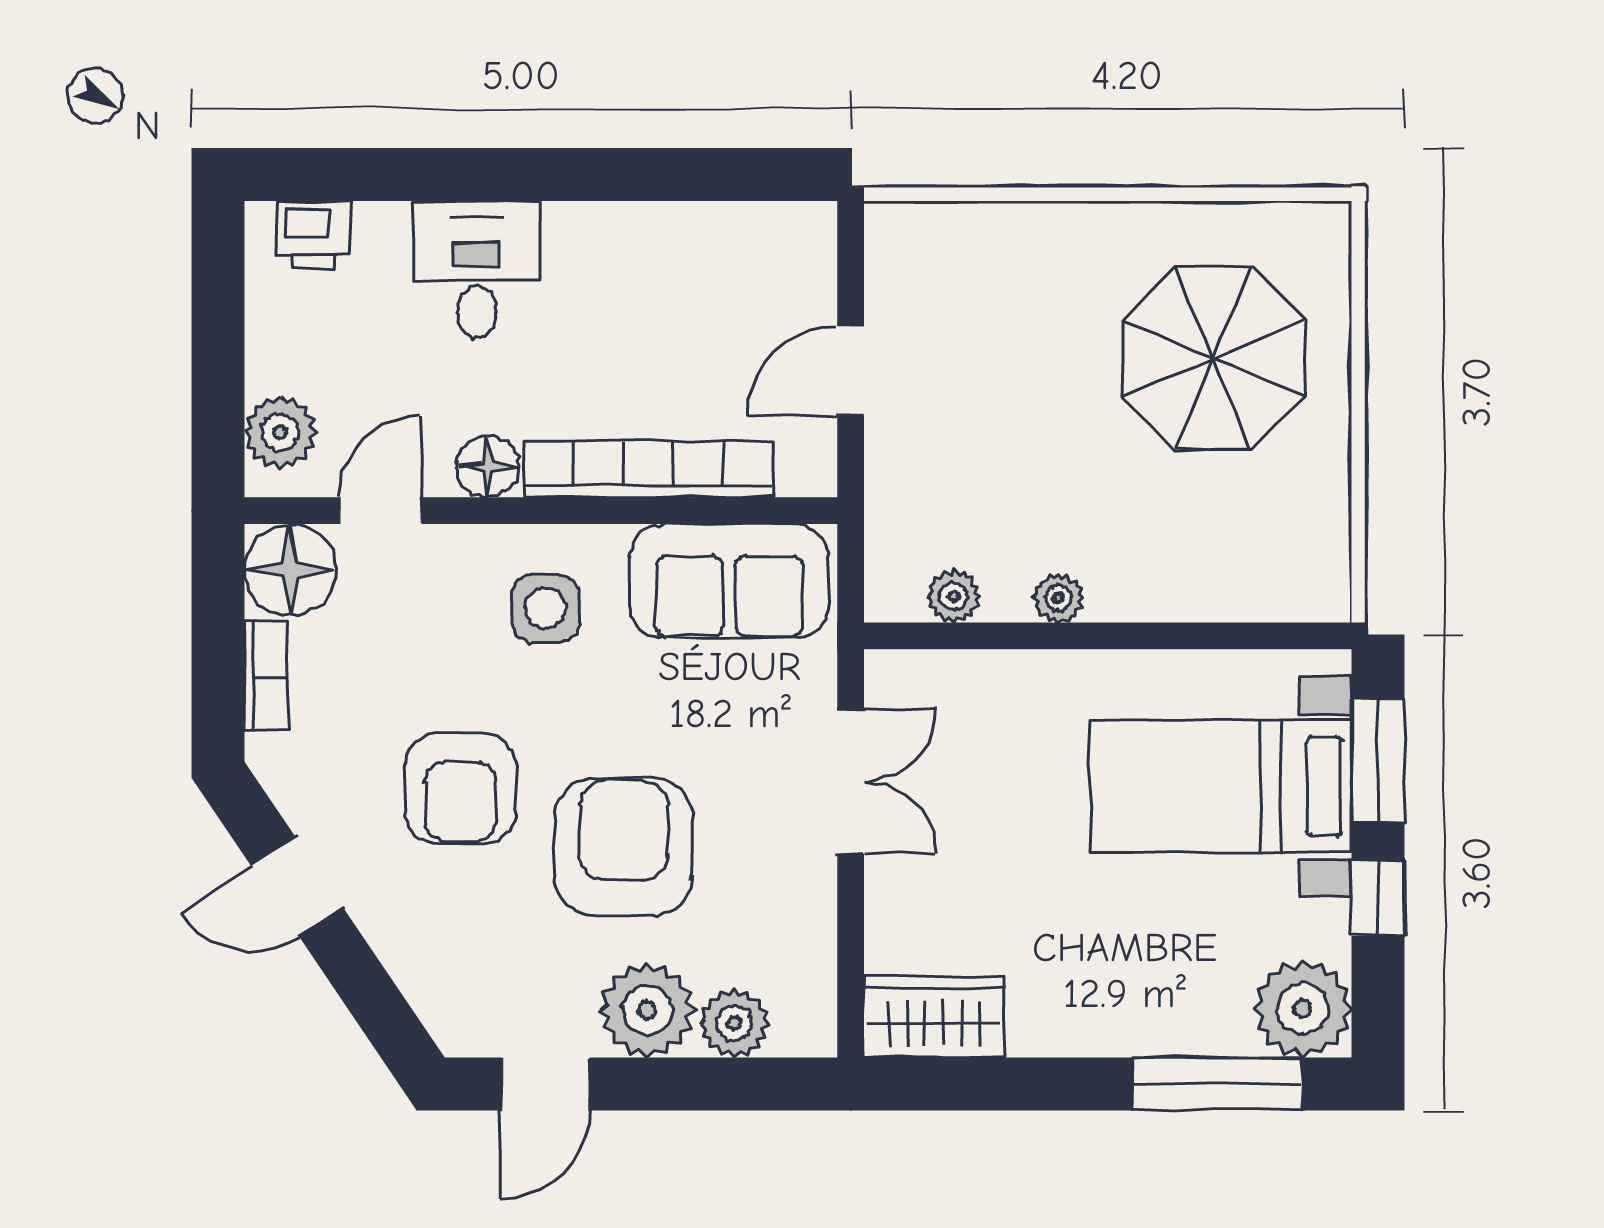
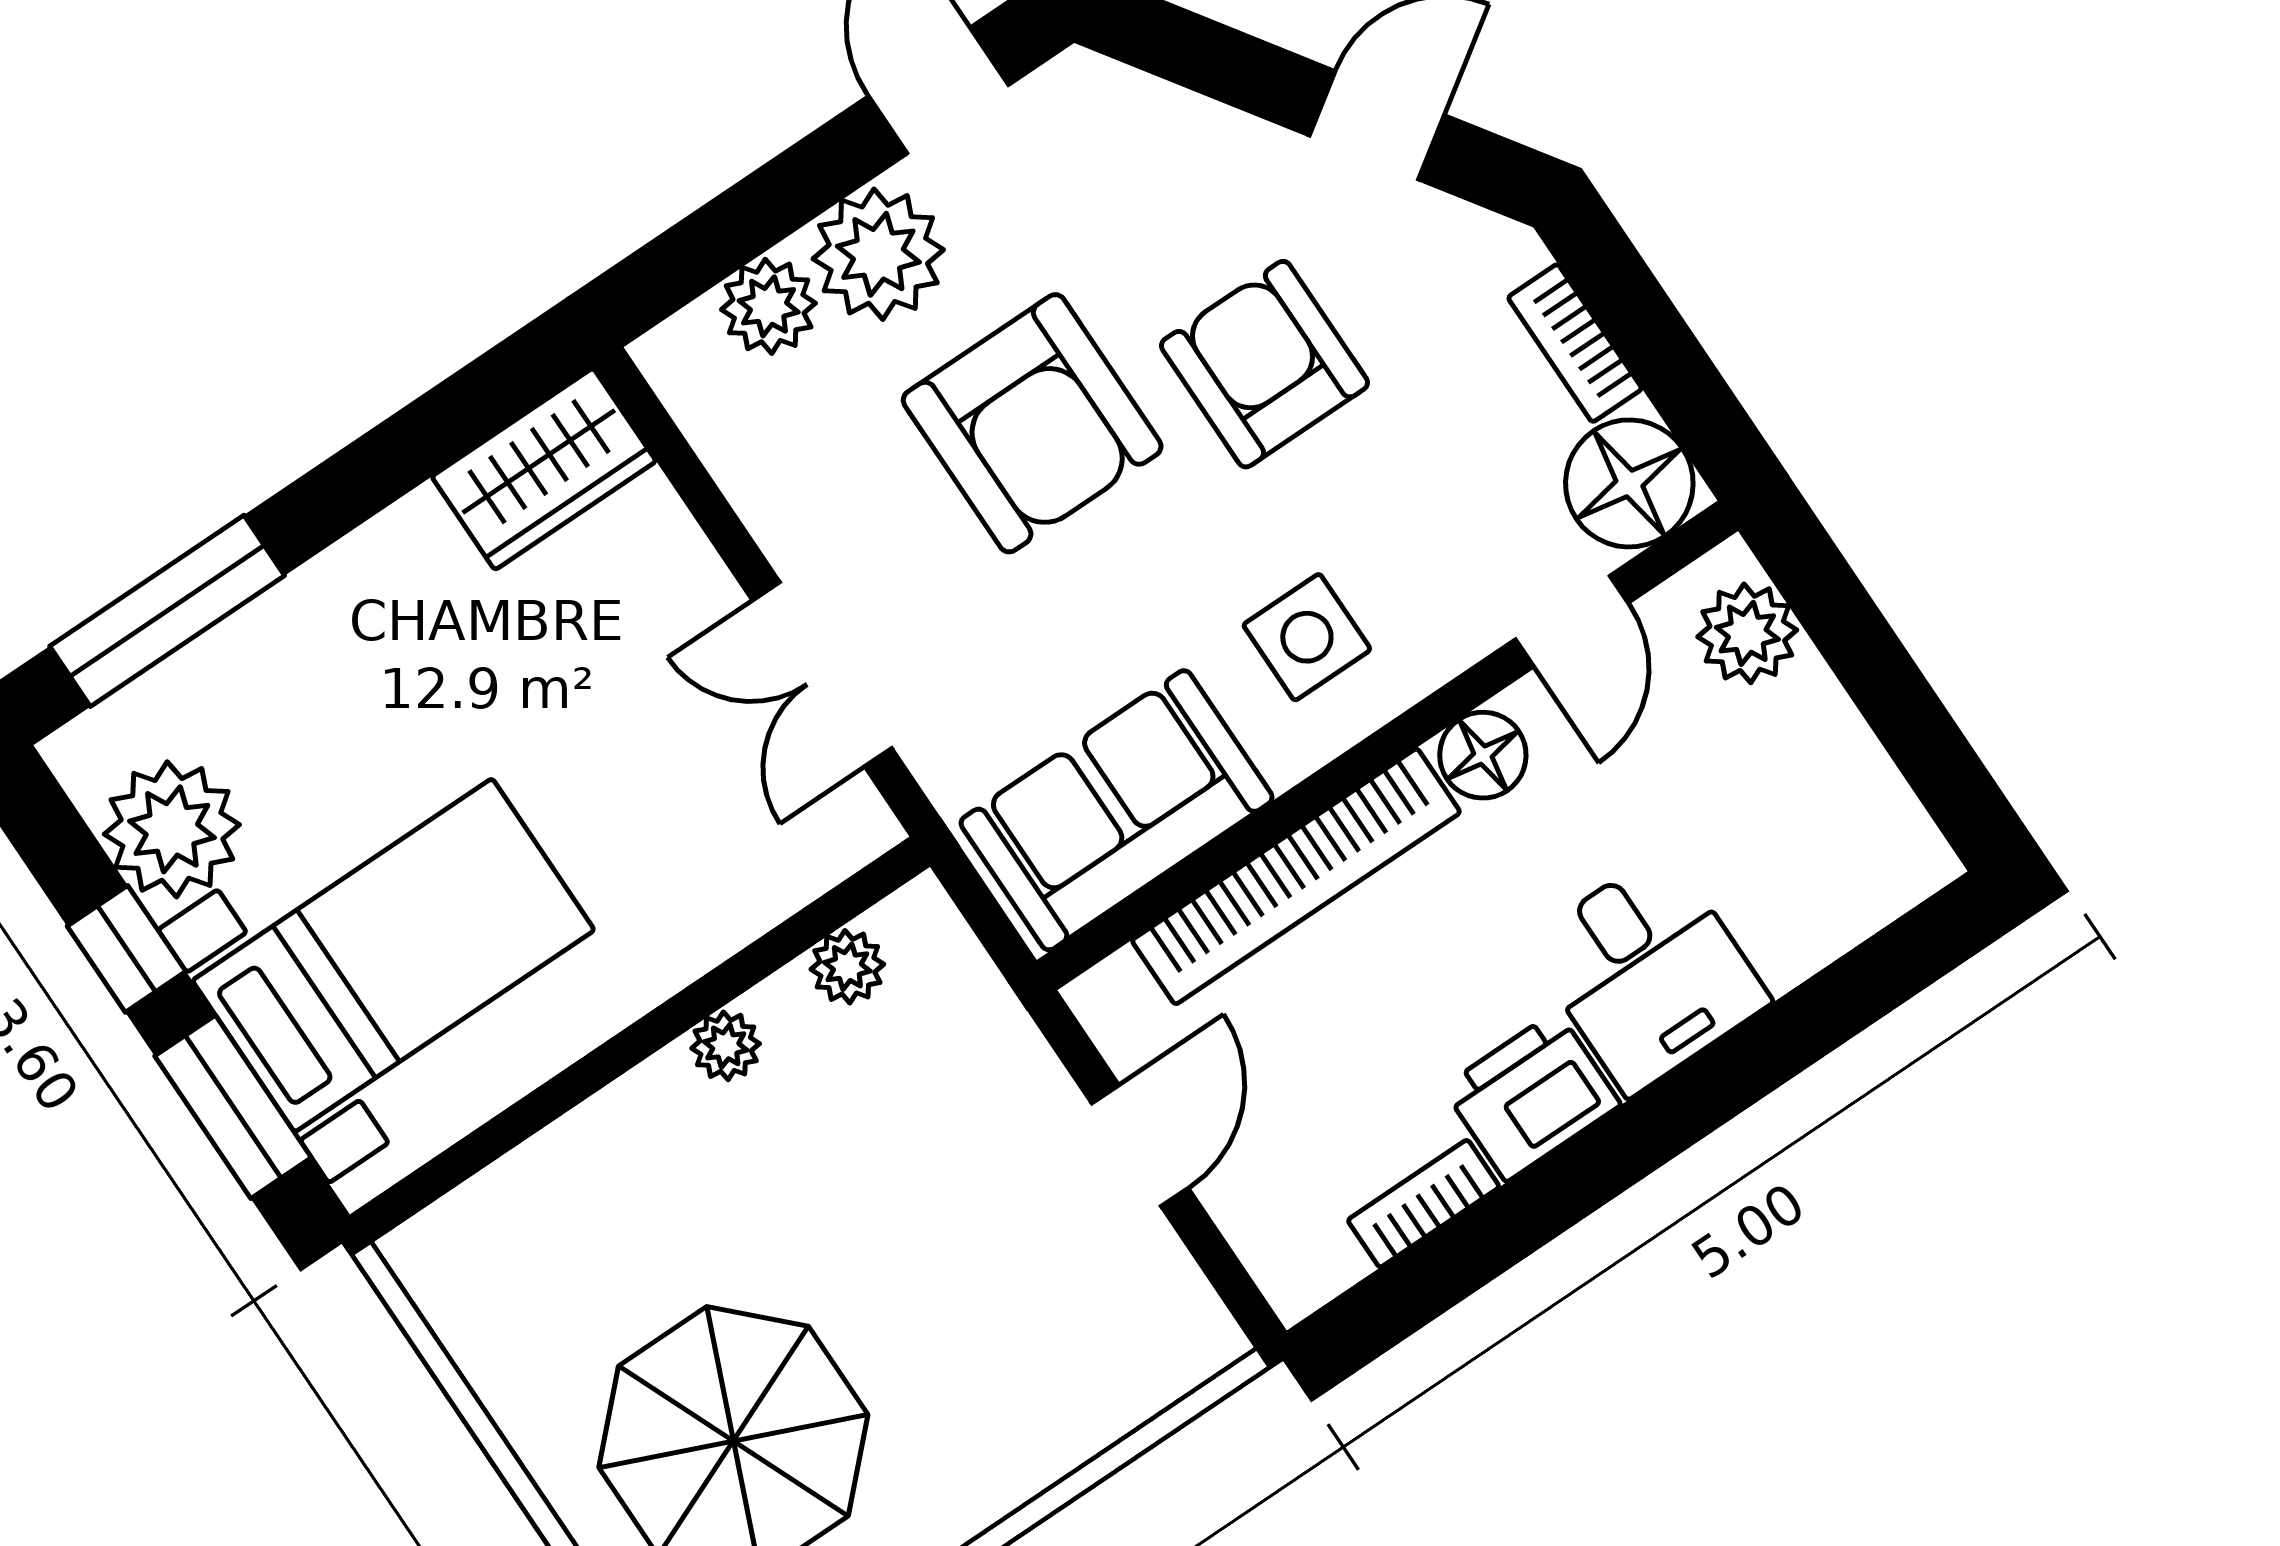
bookcase: (704, 222) -> (1424, 1204), added
printer: (313, 234) -> (1532, 1096), moved, width x1.36, depth x1.24
plant: (1303, 1009) -> (172, 829), moved

